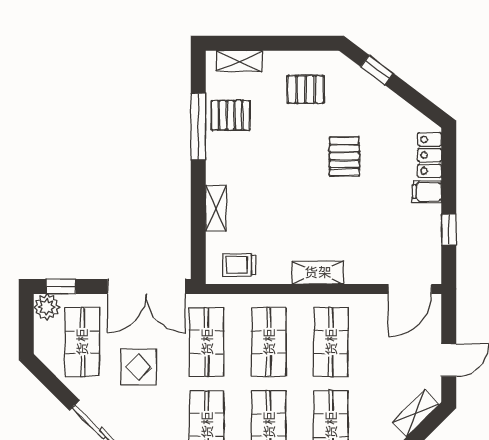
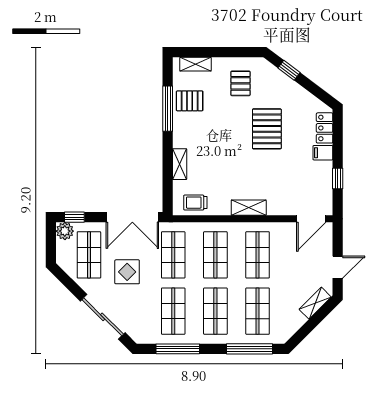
pallet: (306, 89) -> (240, 83), turned 90
pallet: (344, 156) -> (267, 129), width x1.50, depth x1.42

